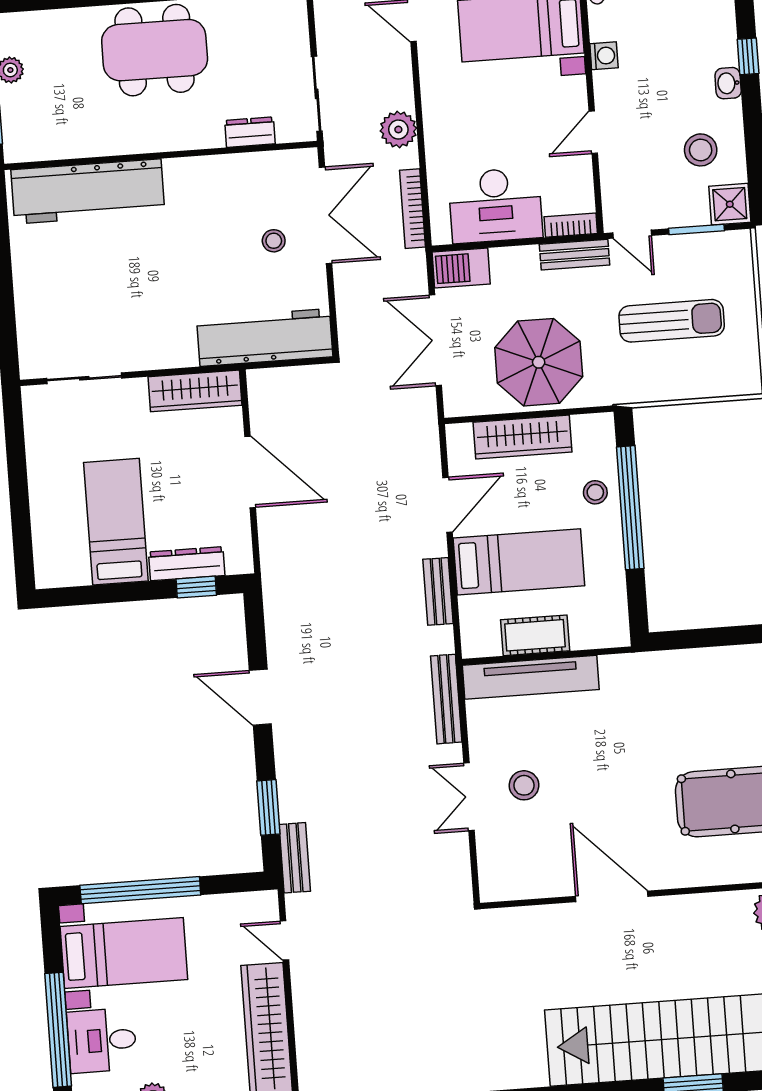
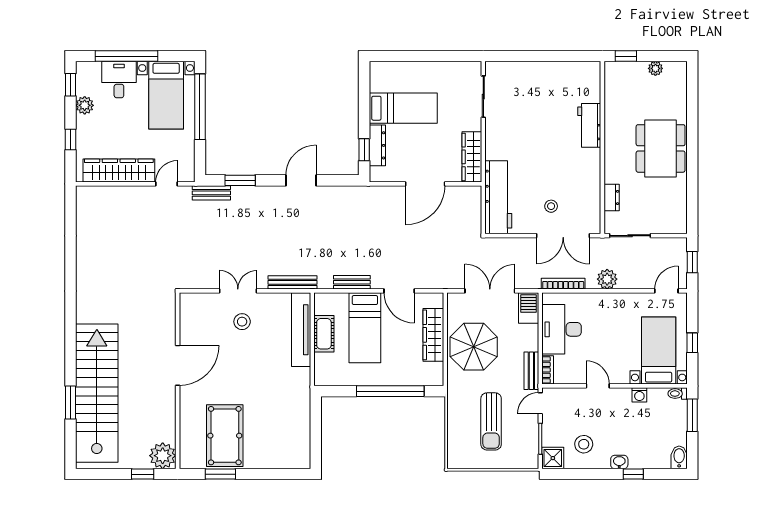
workbench: (88, 191) -> (589, 125), width x0.53, depth x0.76
stool: (595, 492) -> (400, 373), removed

